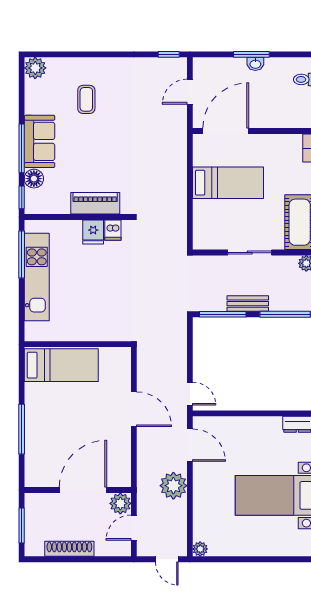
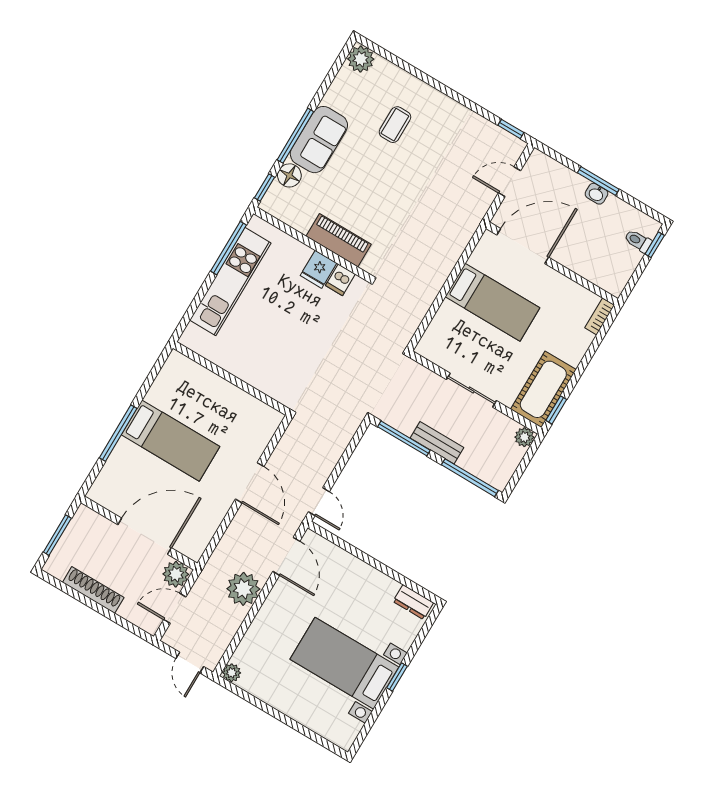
bed: (61, 365) -> (171, 441), moved

